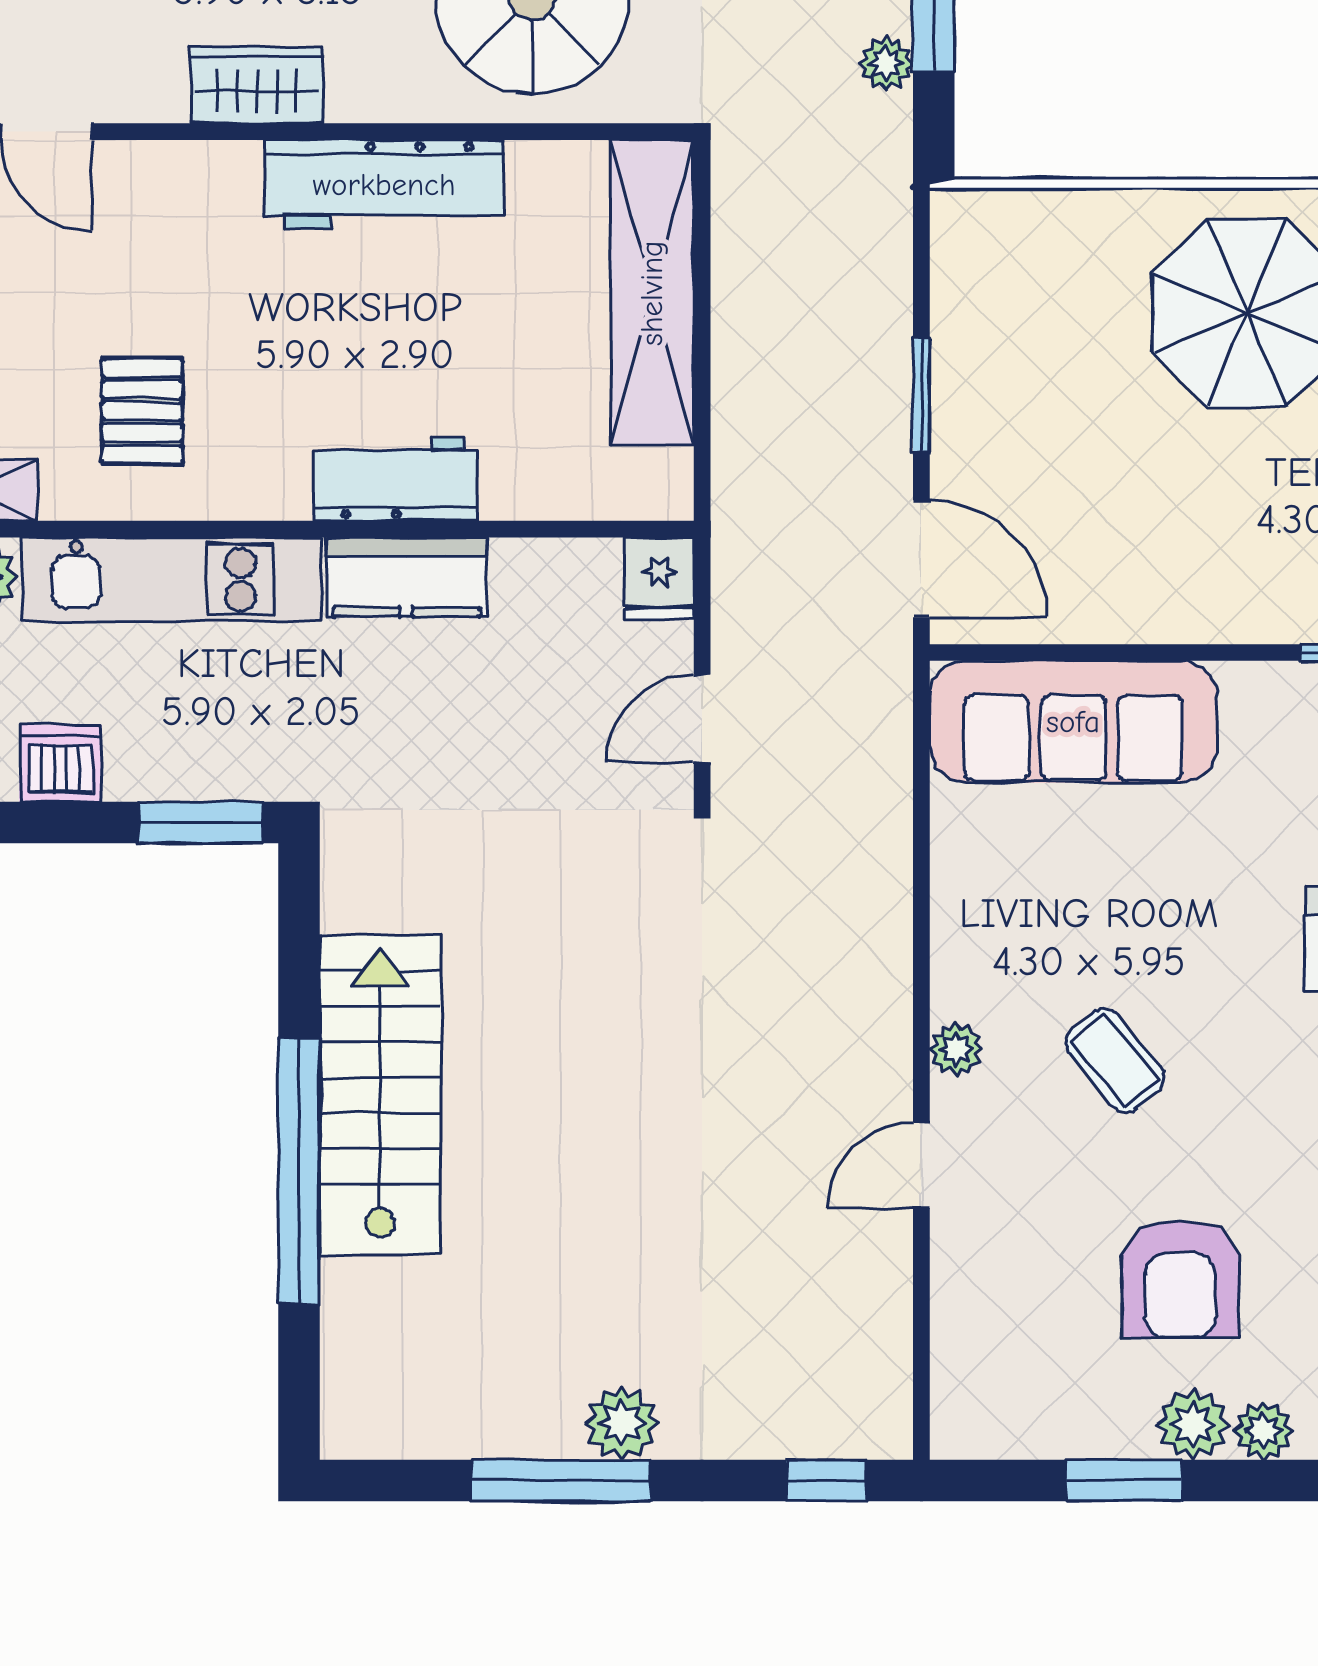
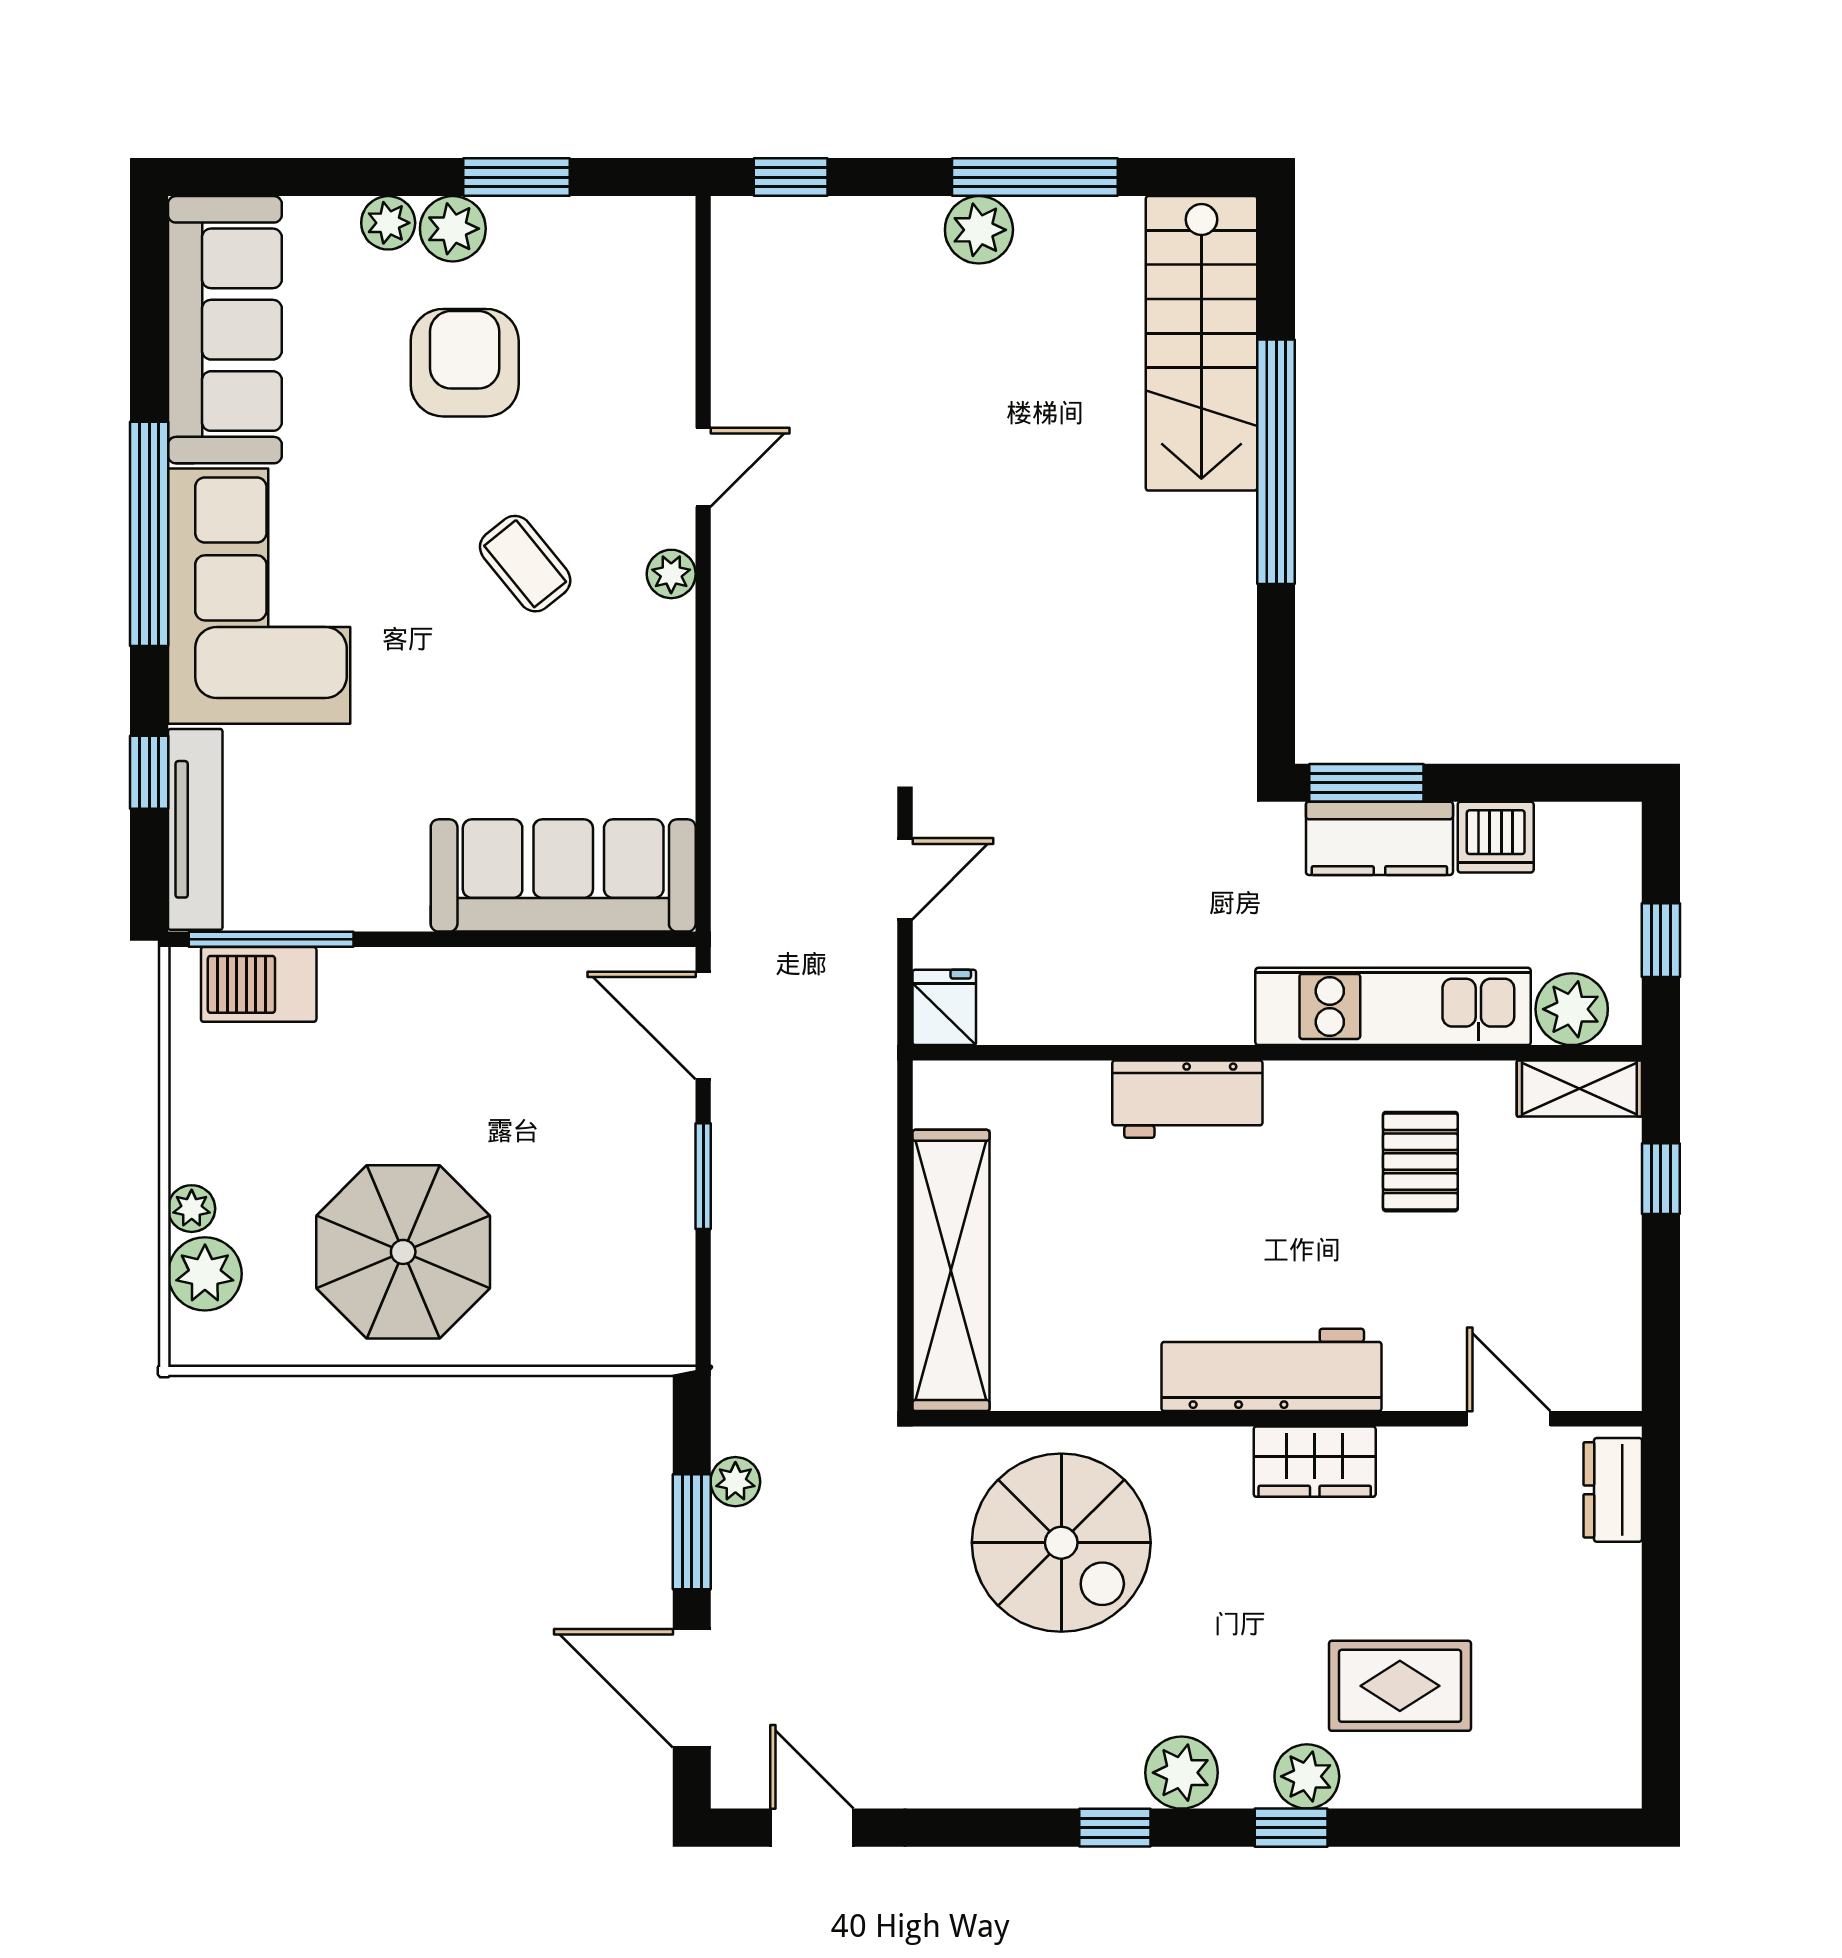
workbench: (384, 185) -> (1272, 1370), moved
kitchen counter: (406, 577) -> (1379, 838), moved, turned 180
stairs: (380, 1095) -> (1201, 343), moved

